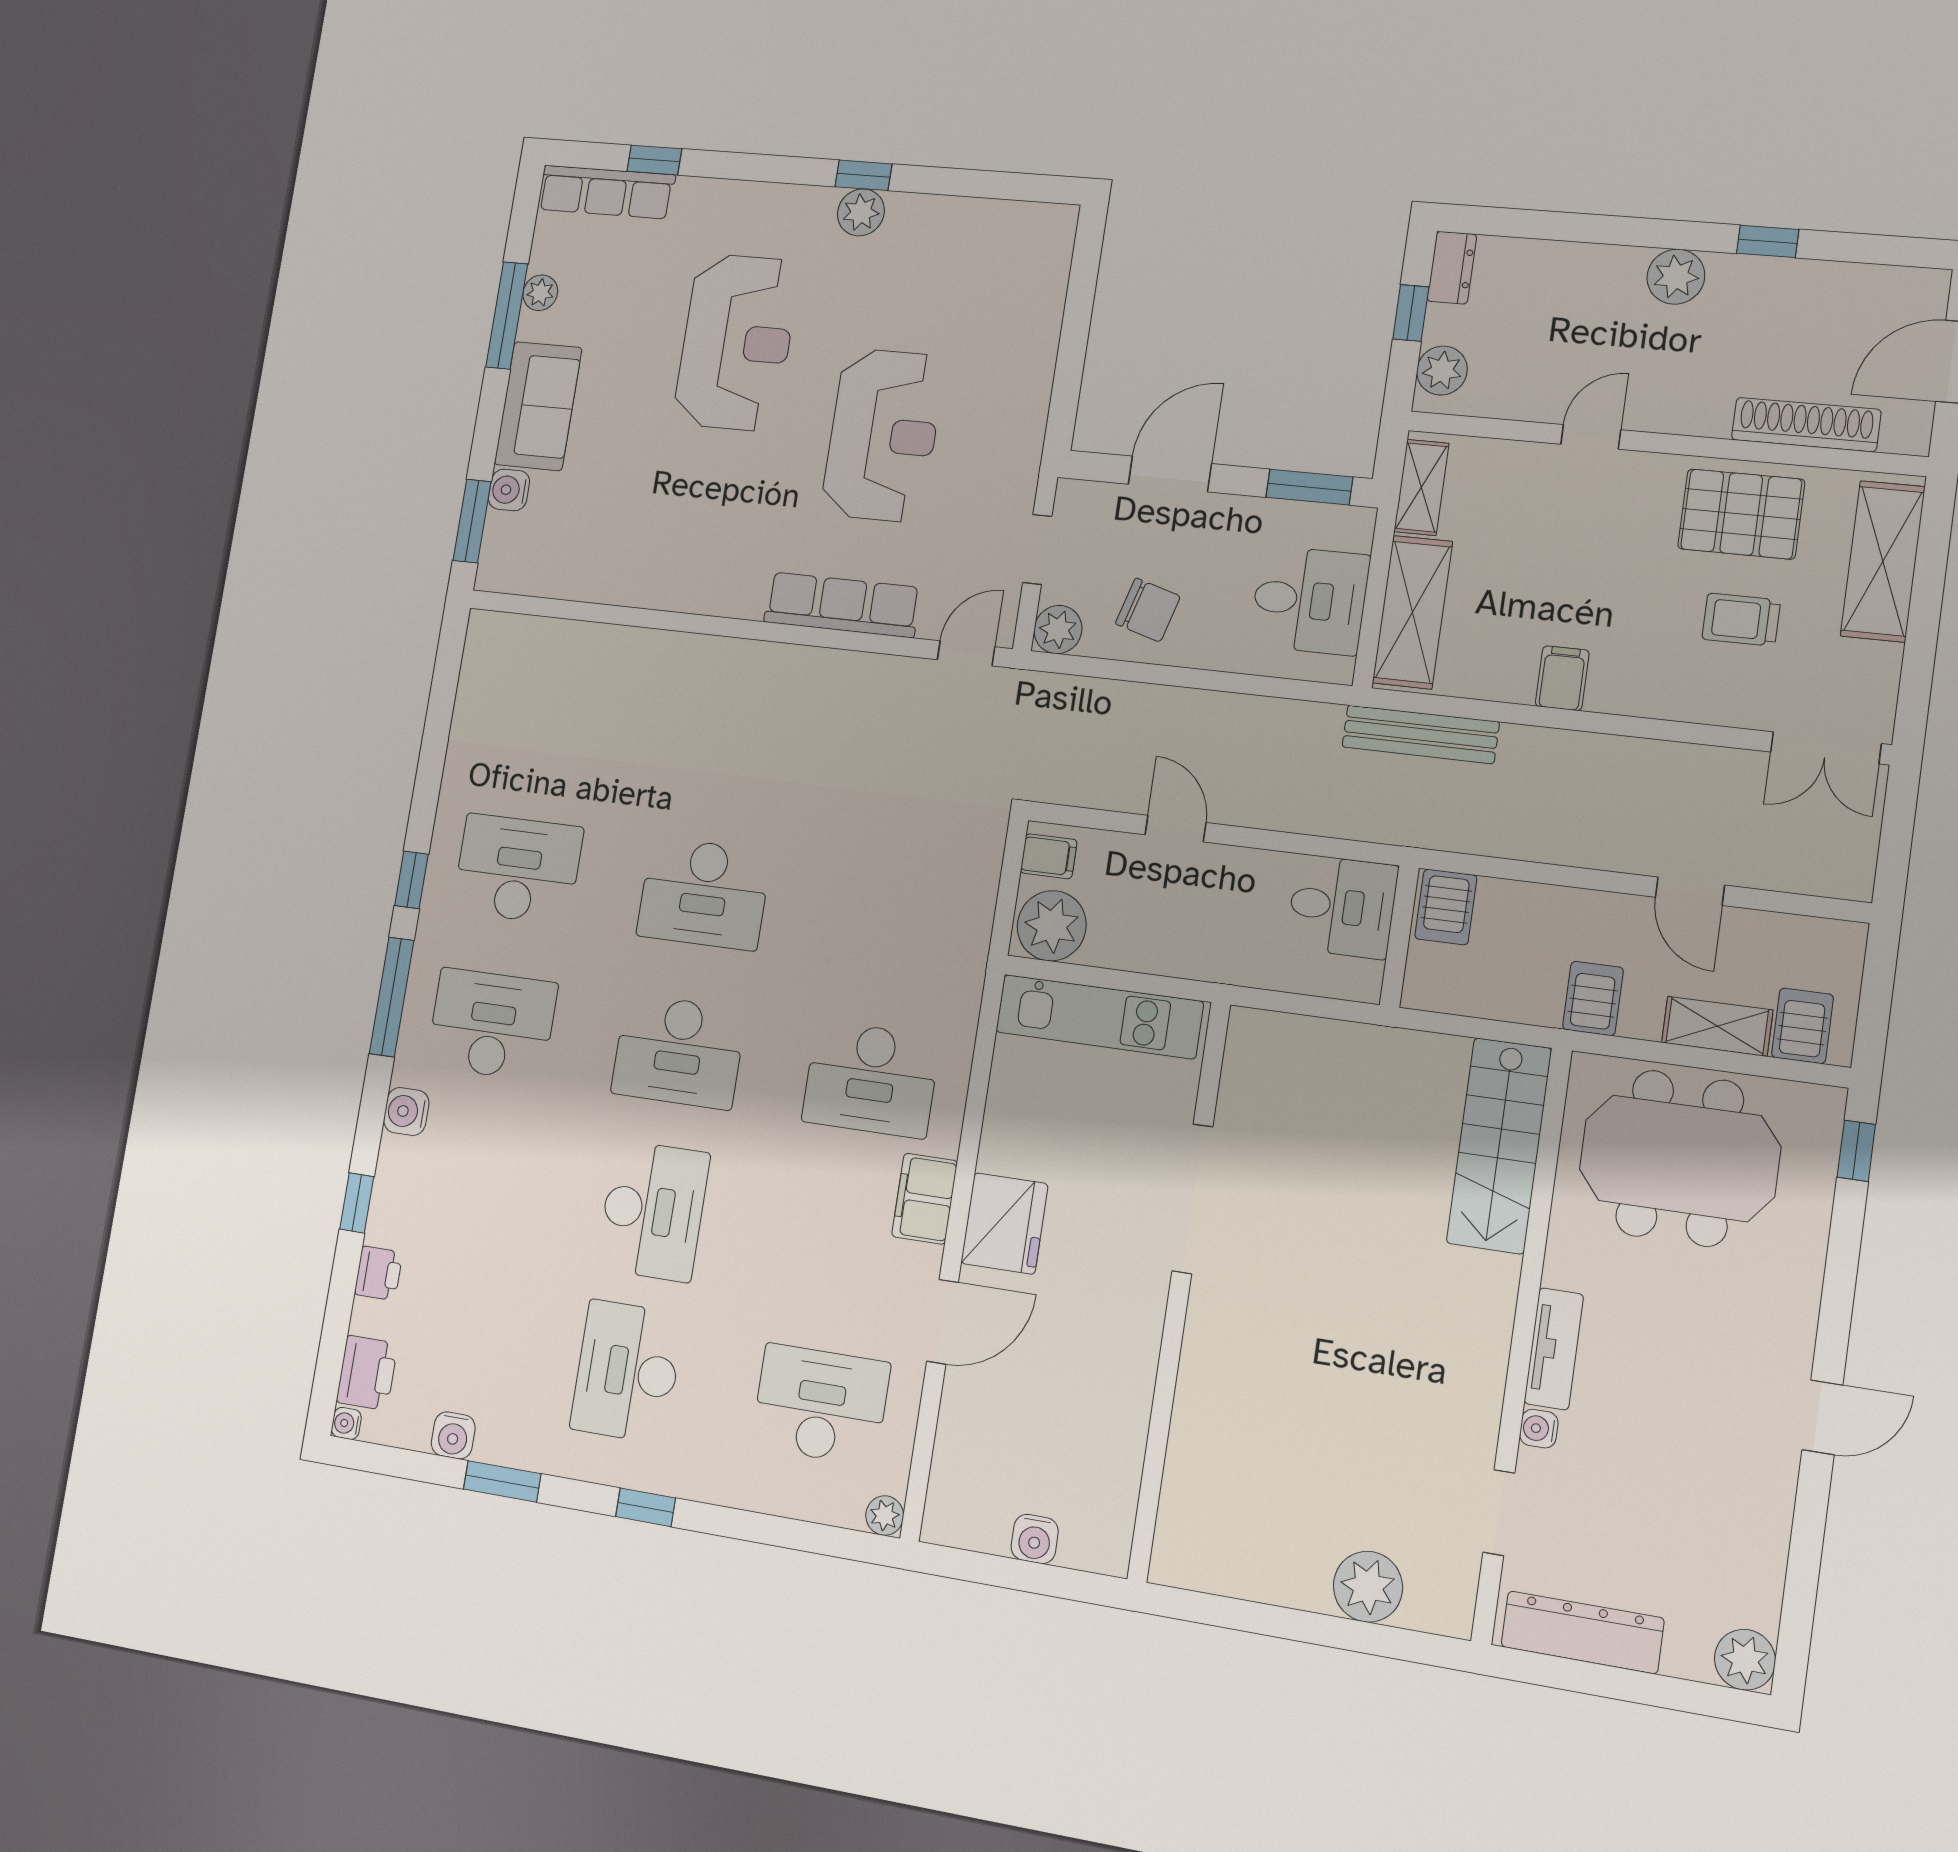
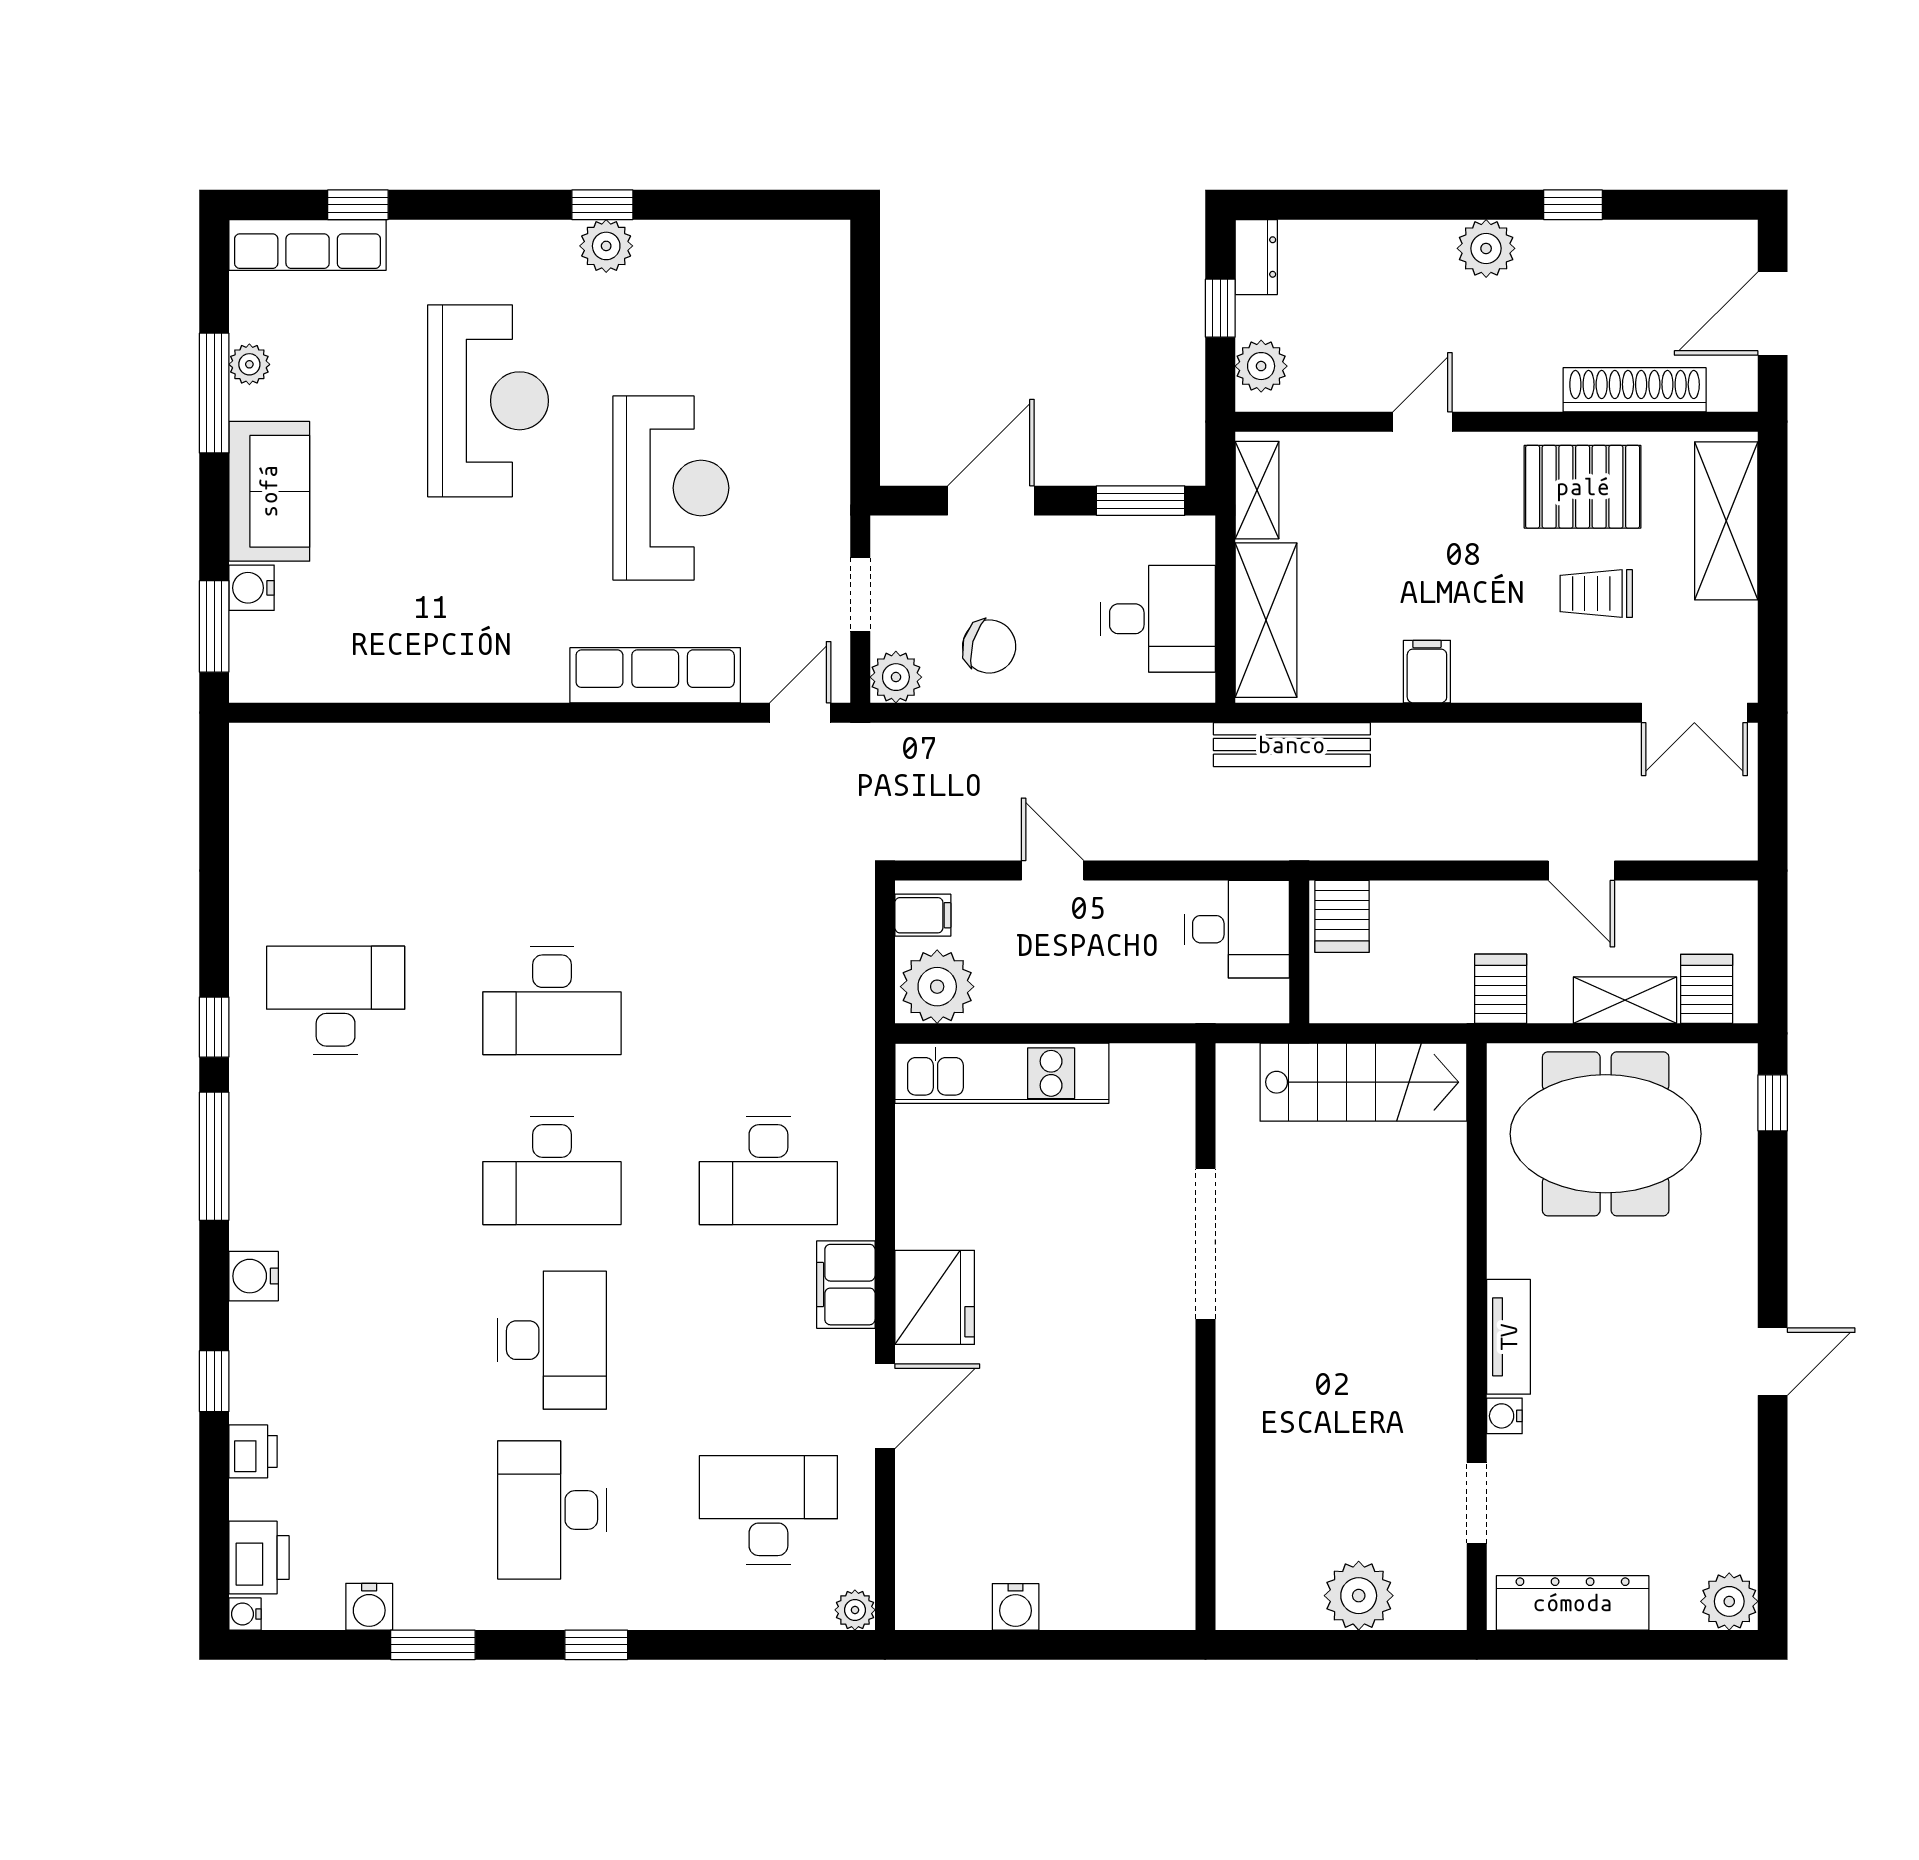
desk: (492, 1025) -> (336, 1170), removed
stairs: (1499, 1146) -> (1363, 1082), moved, turned -90
doorway: (1192, 1199) -> (1205, 1244), moved
wall: (1179, 1290) -> (1205, 1337), moved

